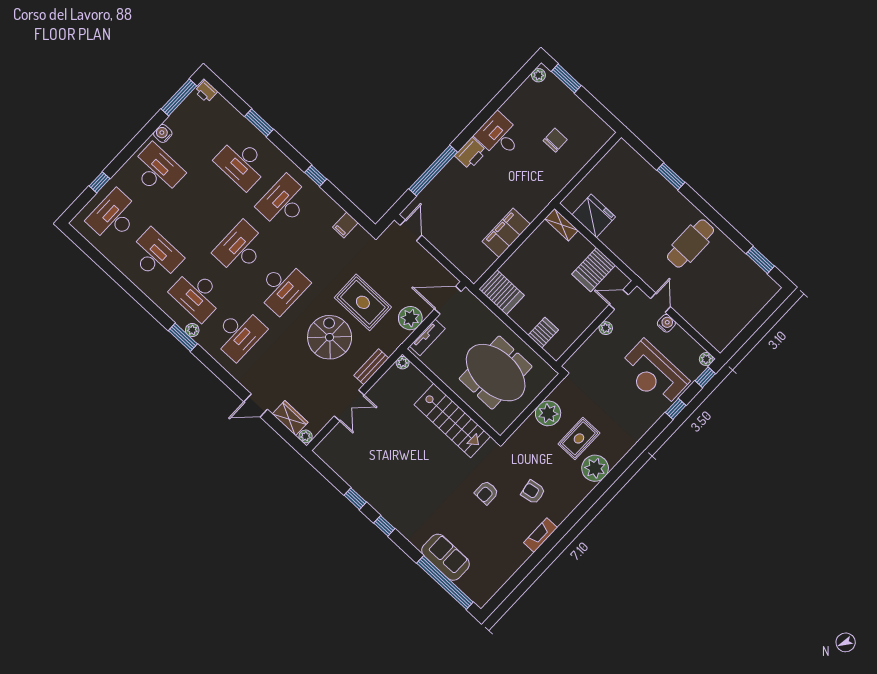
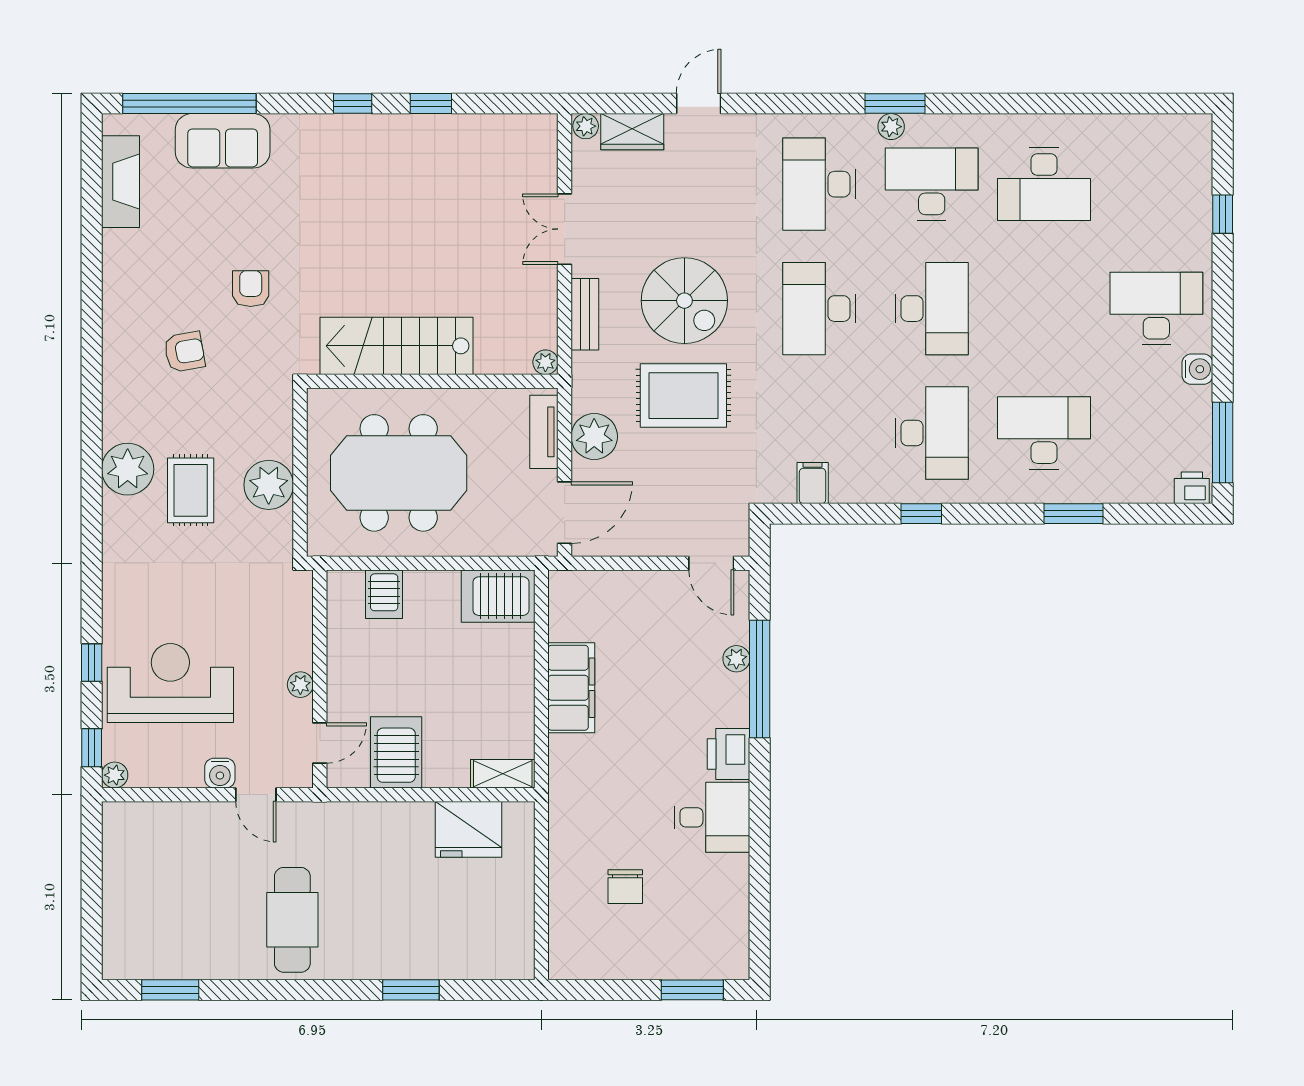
plant: (538, 75) -> (736, 659), moved
desk: (157, 170) -> (1156, 309), turned 180
desk: (114, 216) -> (1156, 184), removed
fireplace: (540, 535) -> (120, 182), moved, width x1.37, depth x1.32

